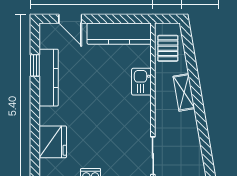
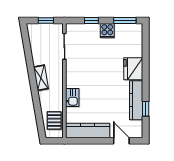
shelving: (184, 92) -> (41, 78), moved
fridge: (53, 142) -> (133, 69), moved

